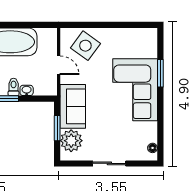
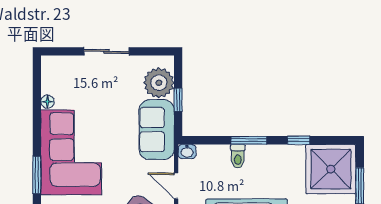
washbasin: (27, 90) -> (187, 151), moved
window: (57, 128) -> (178, 100), width x0.67
floor lamp: (153, 148) -> (47, 102), moved

